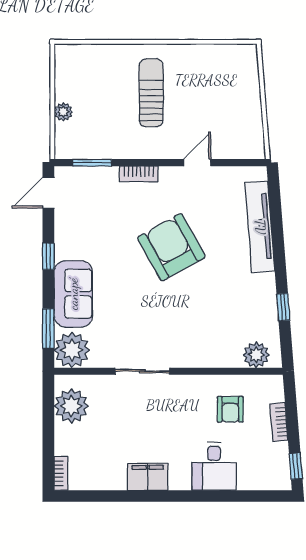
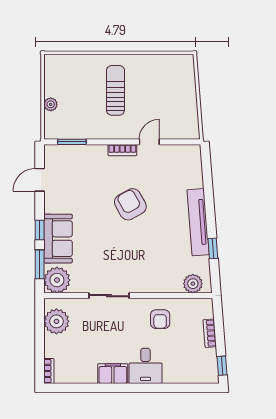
bookcase: (139, 174) -> (122, 150), moved
door: (48, 193) -> (40, 180), moved
tv unit: (260, 227) -> (198, 222), moved
armchair: (171, 247) -> (130, 204), width x0.73, depth x0.73
window: (48, 256) -> (40, 230), moved
armchair: (230, 409) -> (160, 319), moved
desk: (214, 466) -> (146, 366), moved

